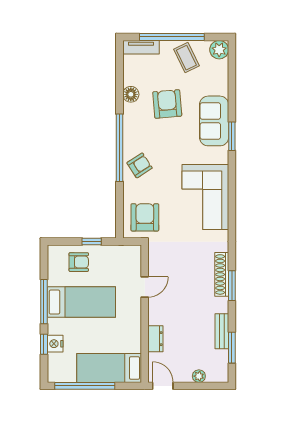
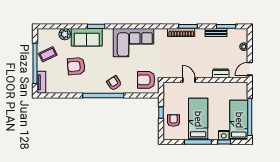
plant: (219, 50) -> (65, 34), moved
floor lamp: (131, 94) -> (70, 89), removed
bed: (109, 368) -> (239, 120), moved, turned 180

